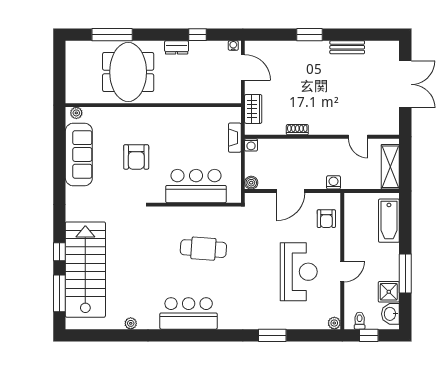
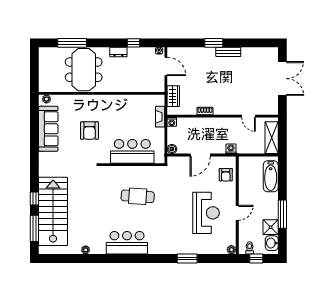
bench: (347, 47) -> (228, 52), moved

